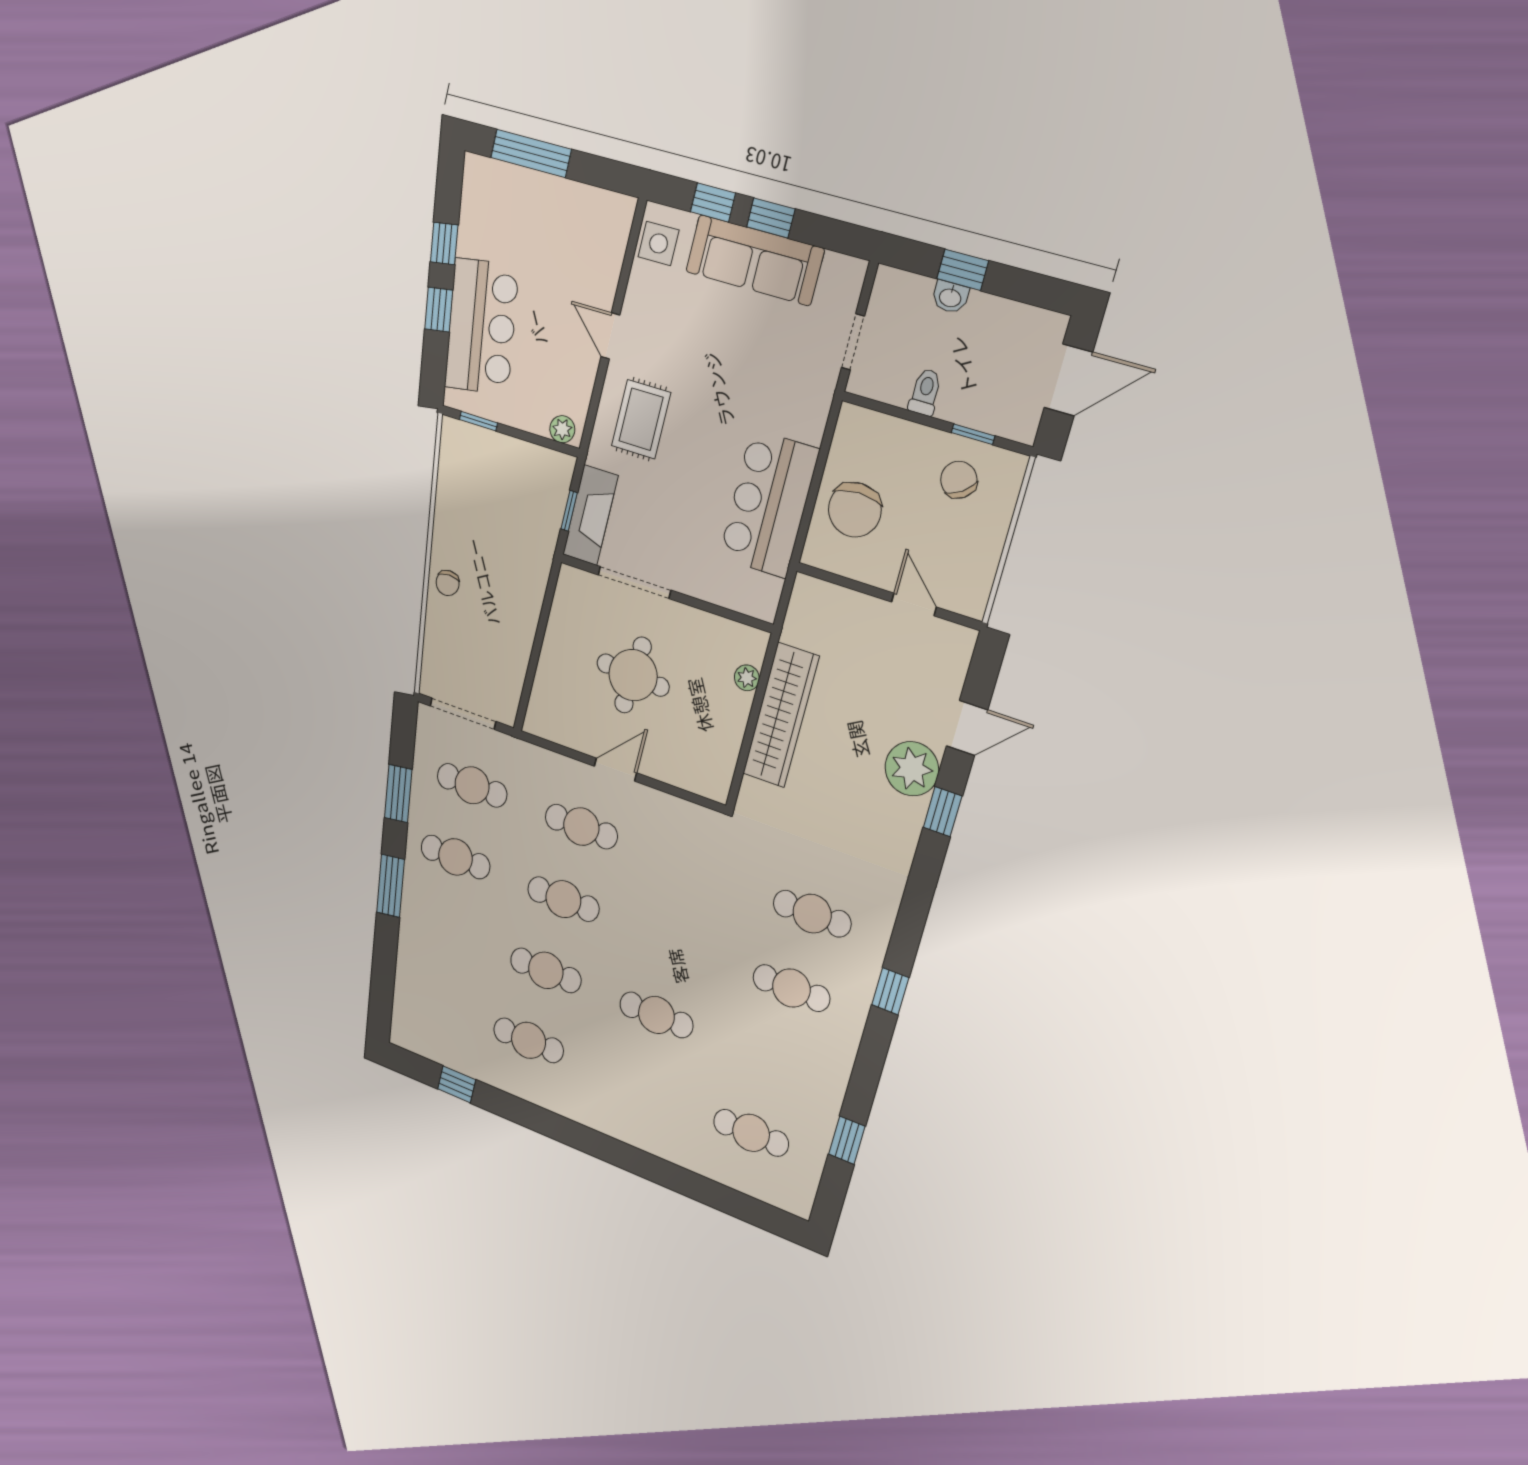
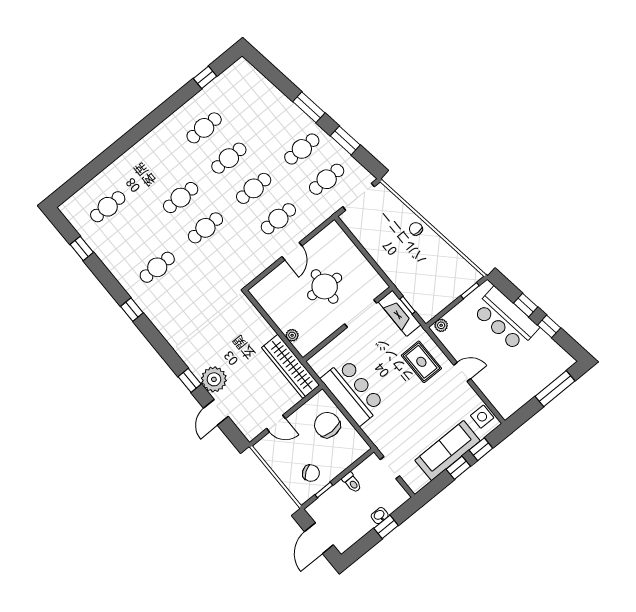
wardrobe: (781, 715) -> (291, 366), moved
cafe table: (812, 914) -> (205, 228), moved

